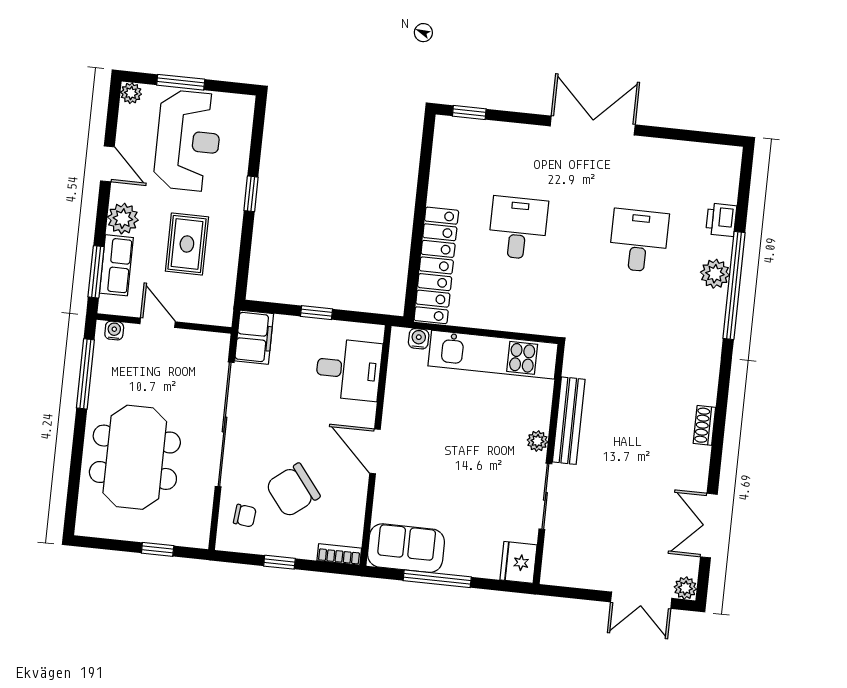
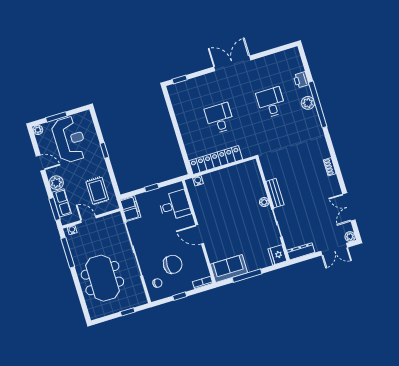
rug: (187, 244) -> (97, 191), moved
locker: (436, 265) -> (216, 160), moved, turned -90
kitchen unit: (493, 355) -> (231, 174), removed
bench: (569, 421) -> (275, 193), width x0.73
chair: (293, 490) -> (173, 264), turned -142
dresser: (570, 576) -> (301, 251), added

